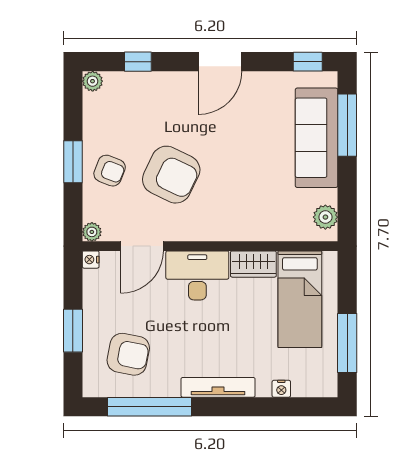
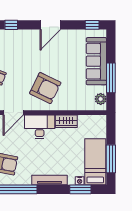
window: (347, 125) -> (111, 78), moved
armchair: (171, 175) -> (45, 88), moved
bed: (300, 299) -> (95, 162), moved, turned 180
window: (283, 407) -> (80, 189), added

